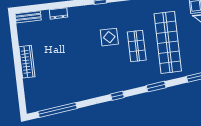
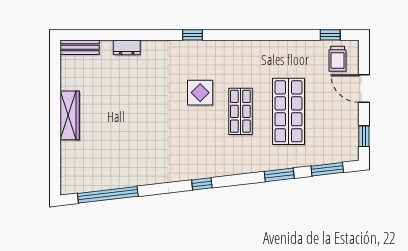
shop shelf: (168, 42) -> (288, 111), width x0.71
window: (156, 87) -> (279, 175), moved

